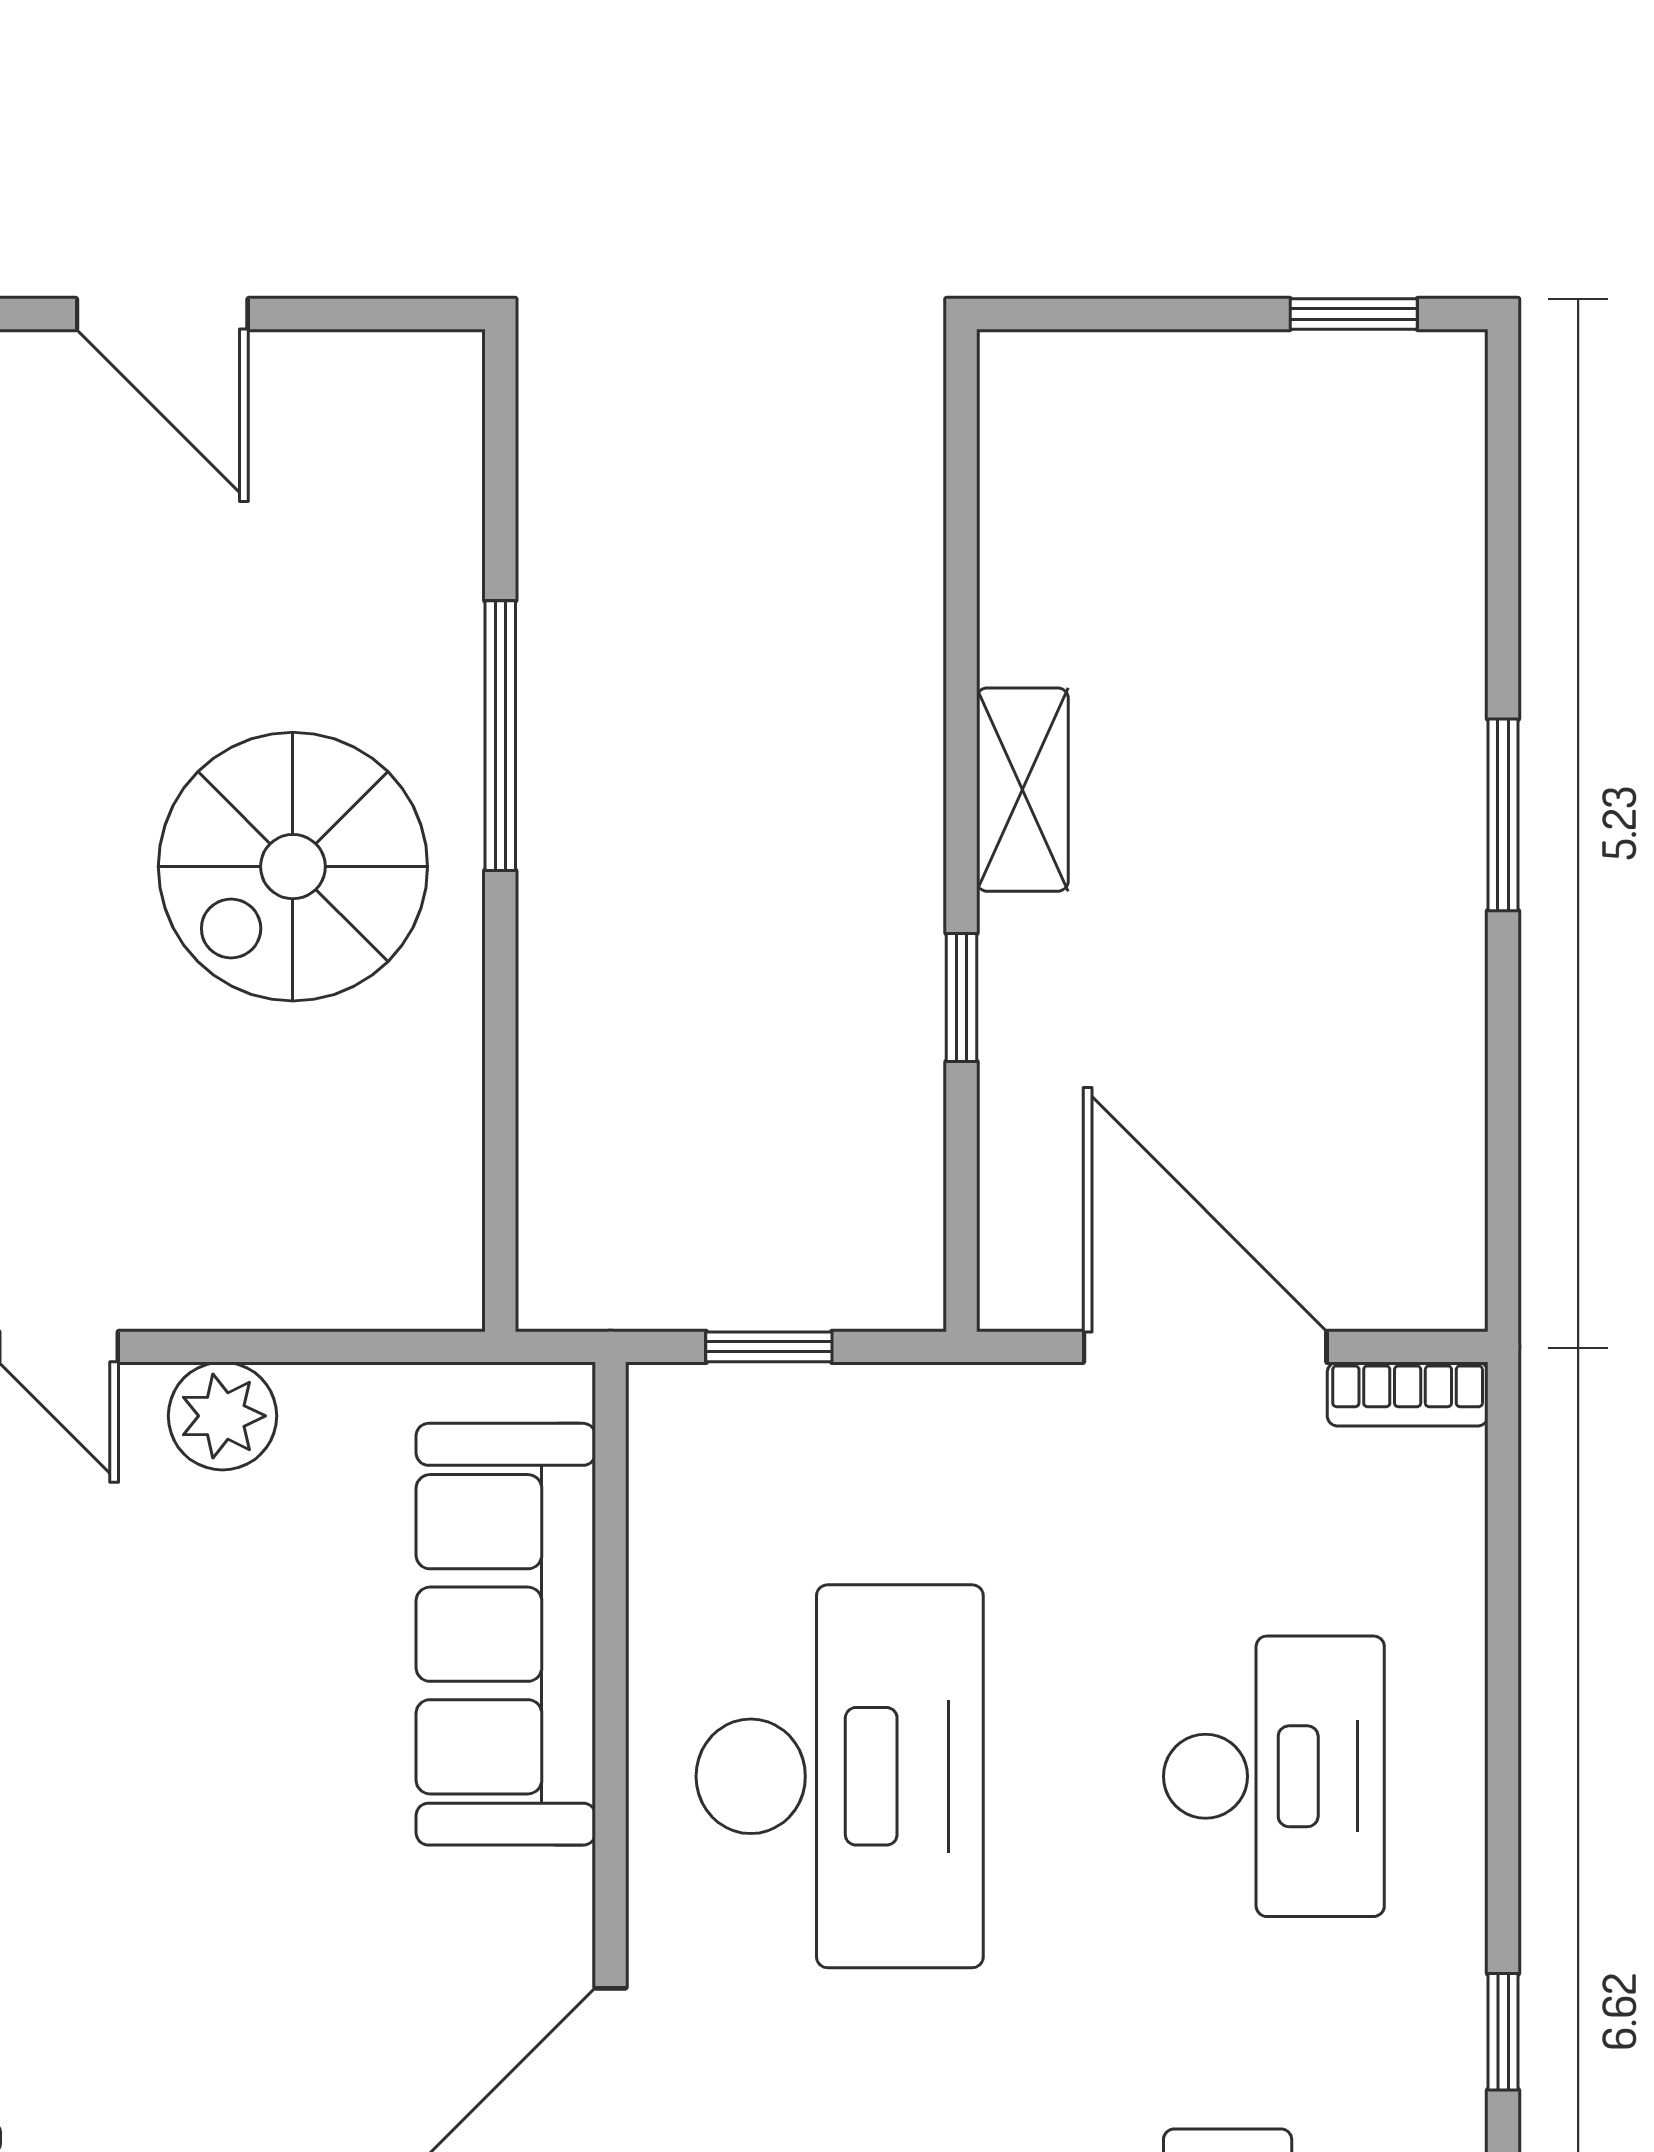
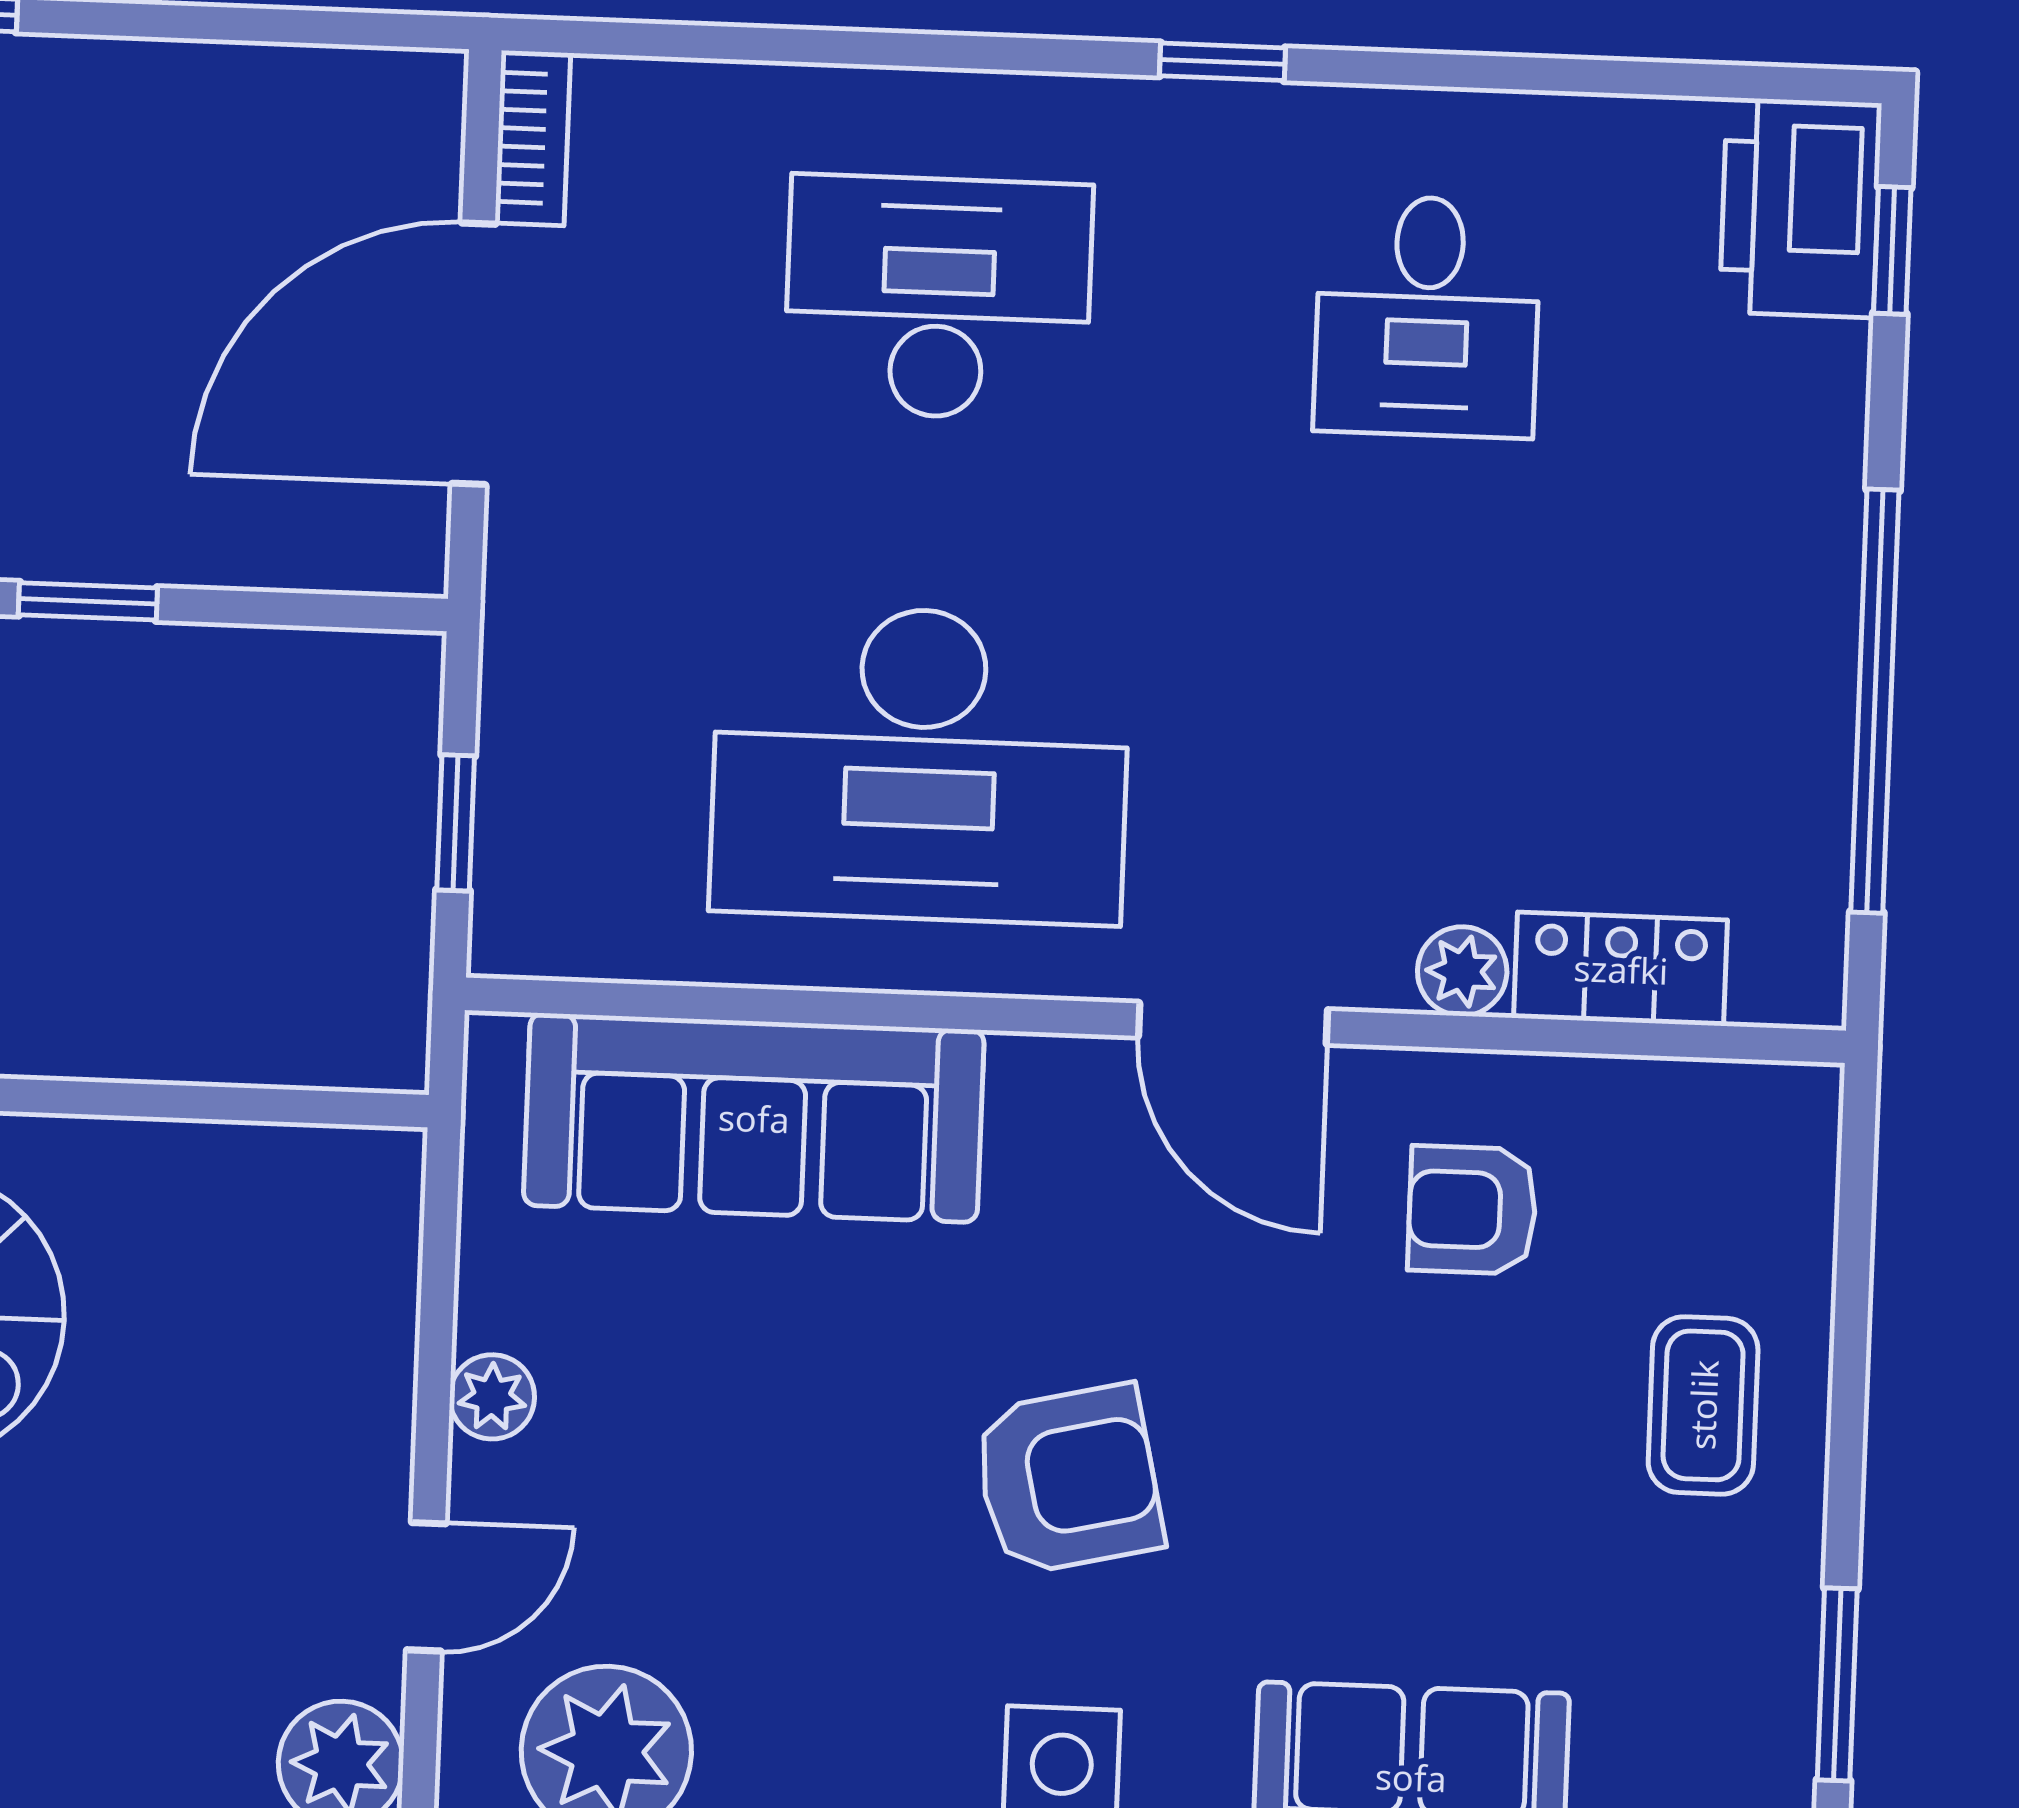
plant: (222, 1416) -> (492, 1397), width x0.73, depth x0.73
desk: (840, 1776) -> (920, 765), turned 180
armchair: (181, 1939) -> (1068, 1480), added

